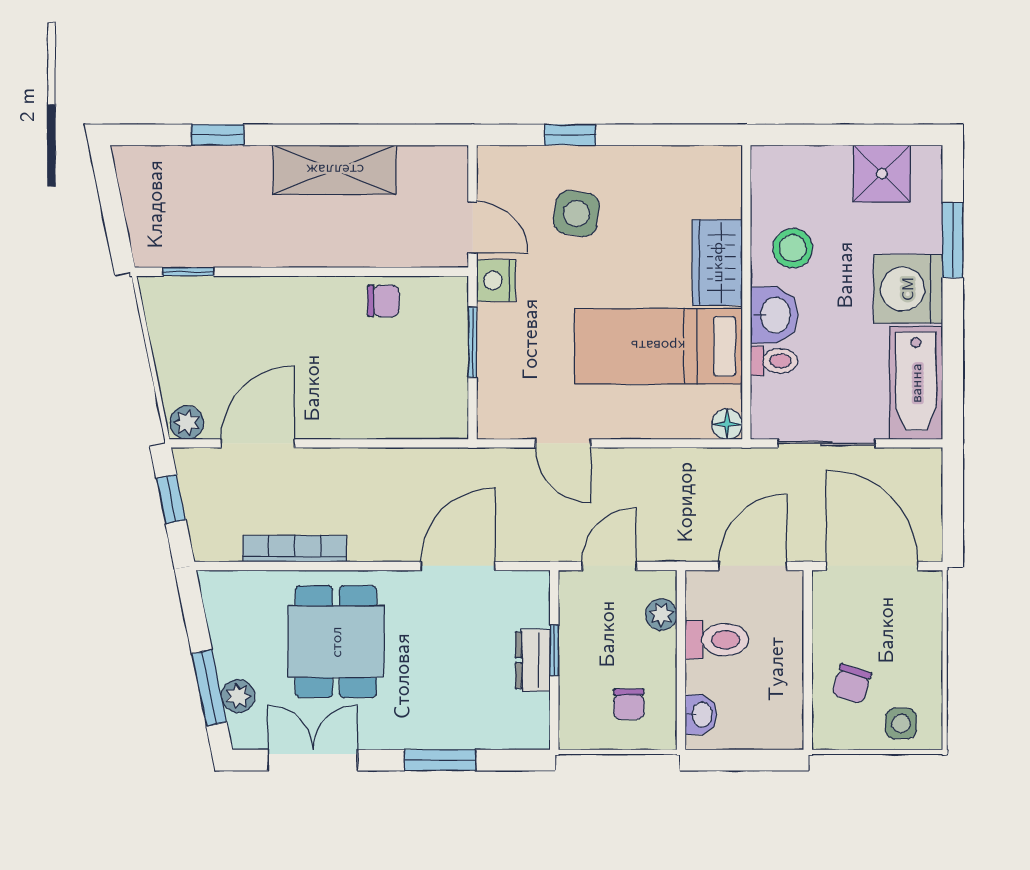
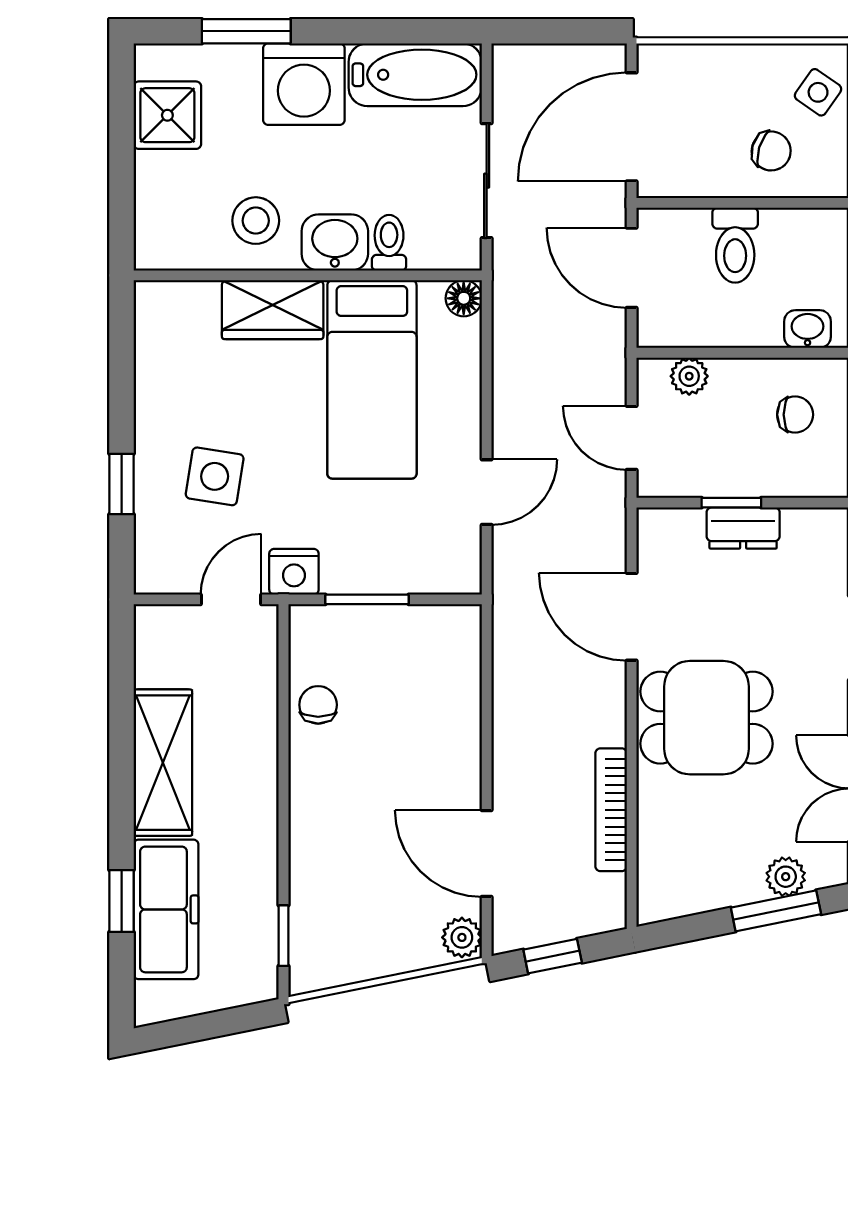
freezer: (210, 172) -> (166, 909), added
toilet: (717, 640) -> (735, 245), moved, turned 180
dining table: (336, 642) -> (706, 718), moved
side table: (901, 723) -> (818, 92), turned 35

